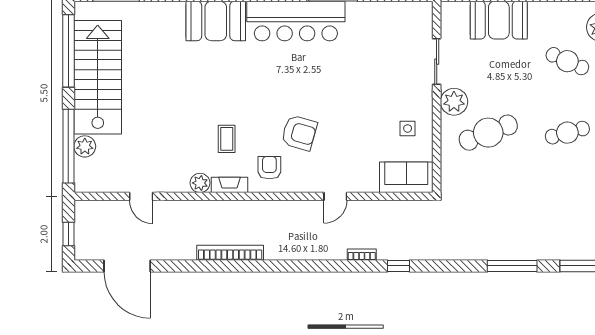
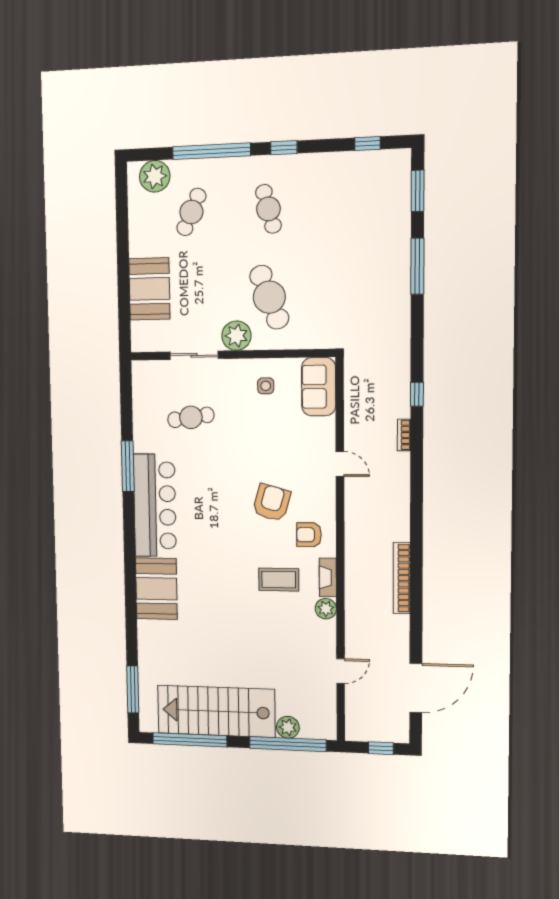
cafe table: (379, 57) -> (191, 417), added
coffee table: (227, 139) -> (279, 580), width x1.36, depth x1.30

